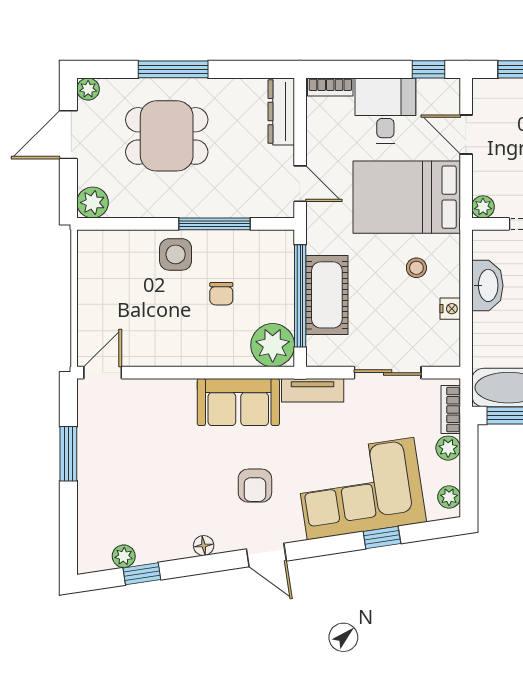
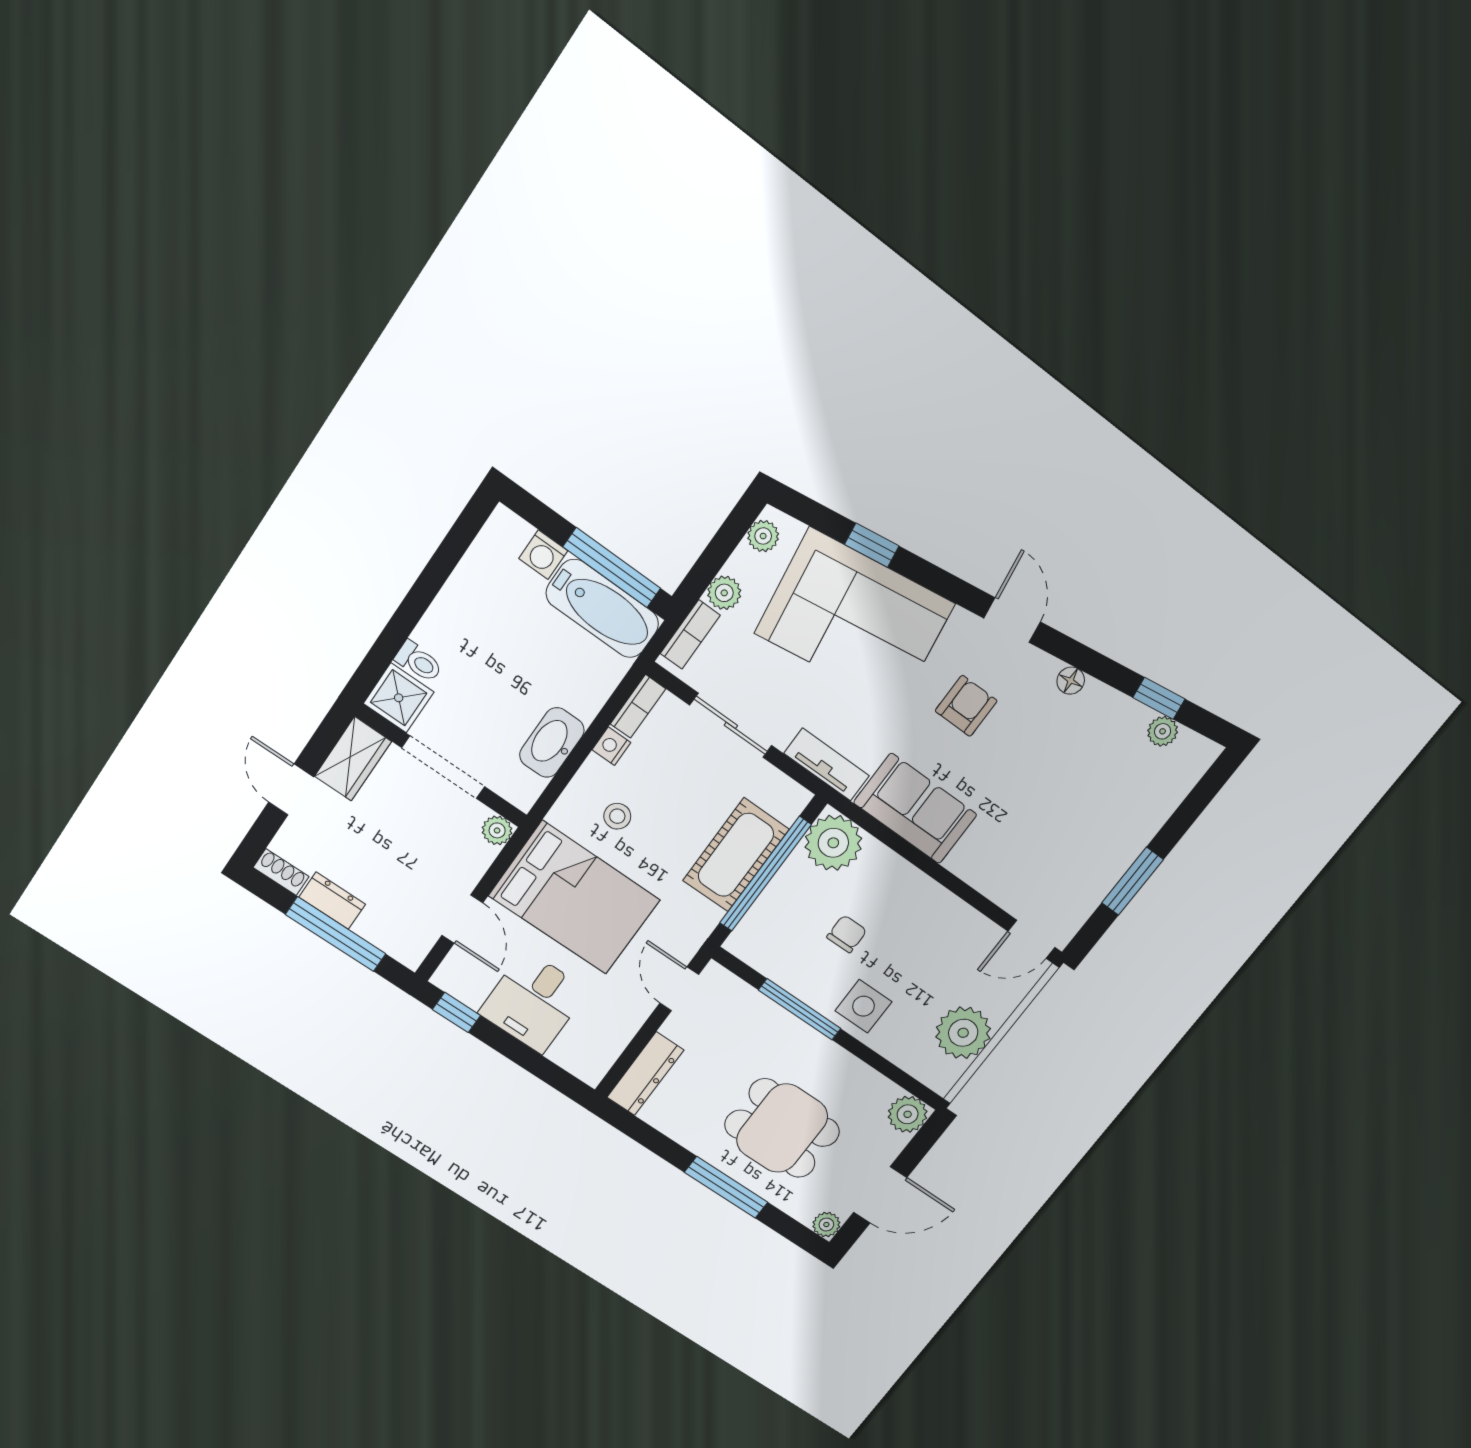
bookcase: (330, 87) -> (638, 706), moved, turned 90
plant: (99, 282) -> (963, 1033), added

